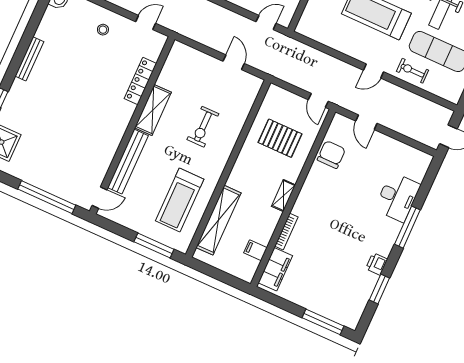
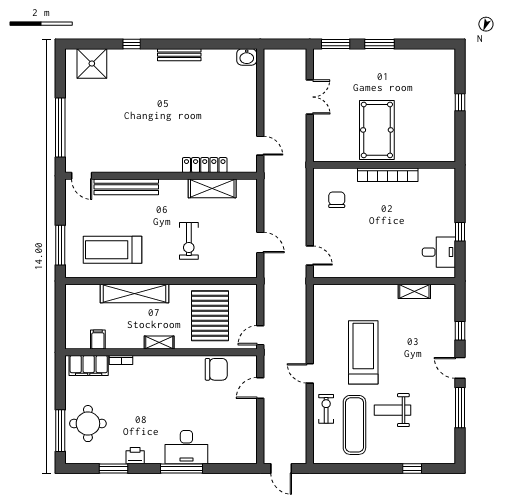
stool: (103, 30) -> (236, 110), removed
door: (234, 62) -> (260, 242), hinge flipped
shelving: (153, 110) -> (212, 188), moved
exercise bike: (203, 127) -> (189, 241), turned -90
pallet: (280, 138) -> (210, 316), width x1.37, depth x1.41
desk: (397, 197) -> (186, 447), moved
shelving: (218, 220) -> (135, 293), moved
bookcase: (286, 232) -> (121, 360), width x0.64
round table: (328, 294) -> (88, 424), added

